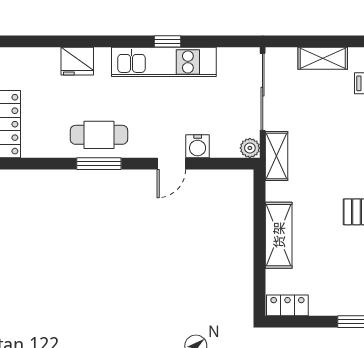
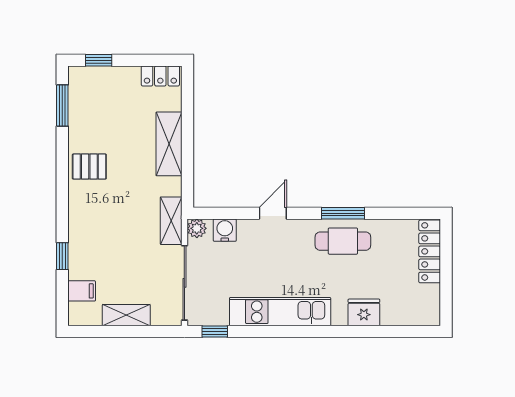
window: (167, 41) -> (215, 332), moved
water cooler: (198, 146) -> (225, 230), moved

